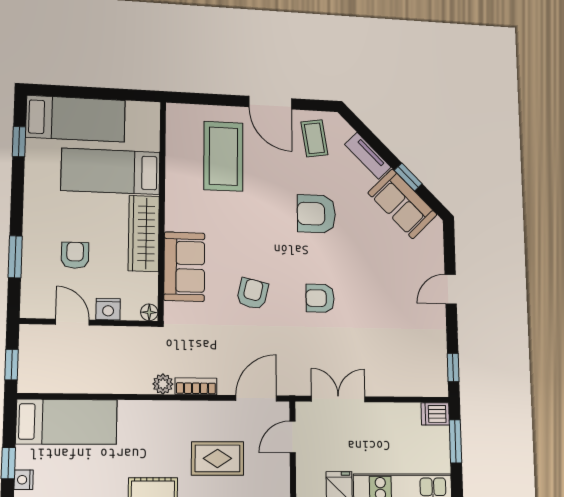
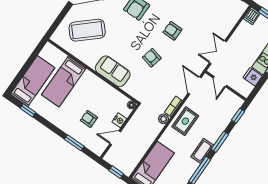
coffee table: (223, 156) -> (87, 30), turned -42
wardrobe: (144, 233) -> (98, 85), removed
sofa: (184, 267) -> (113, 71), moved
armchair: (320, 298) -> (172, 31), turned 90
rug: (218, 458) -> (185, 121), moved

